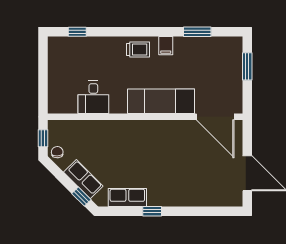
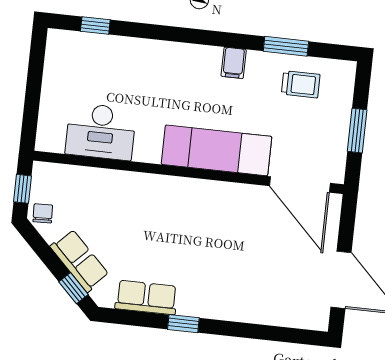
trolley: (138, 49) -> (301, 84), moved
window: (247, 66) -> (357, 131), moved
desk: (93, 97) -> (101, 132), width x1.37

